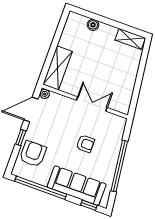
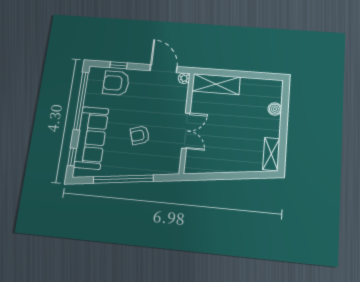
window: (21, 138) -> (119, 65), moved
armchair: (85, 144) -> (140, 135), turned 73
armchair: (33, 154) -> (116, 83), turned 180

